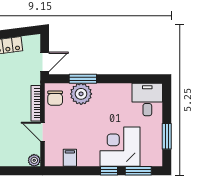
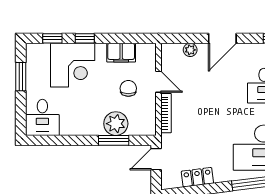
chair: (55, 98) -> (128, 88), moved
filing cabinet: (70, 158) -> (121, 53), width x2.00
plant: (34, 160) -> (190, 50), moved
window: (138, 171) -> (52, 38), width x0.67

